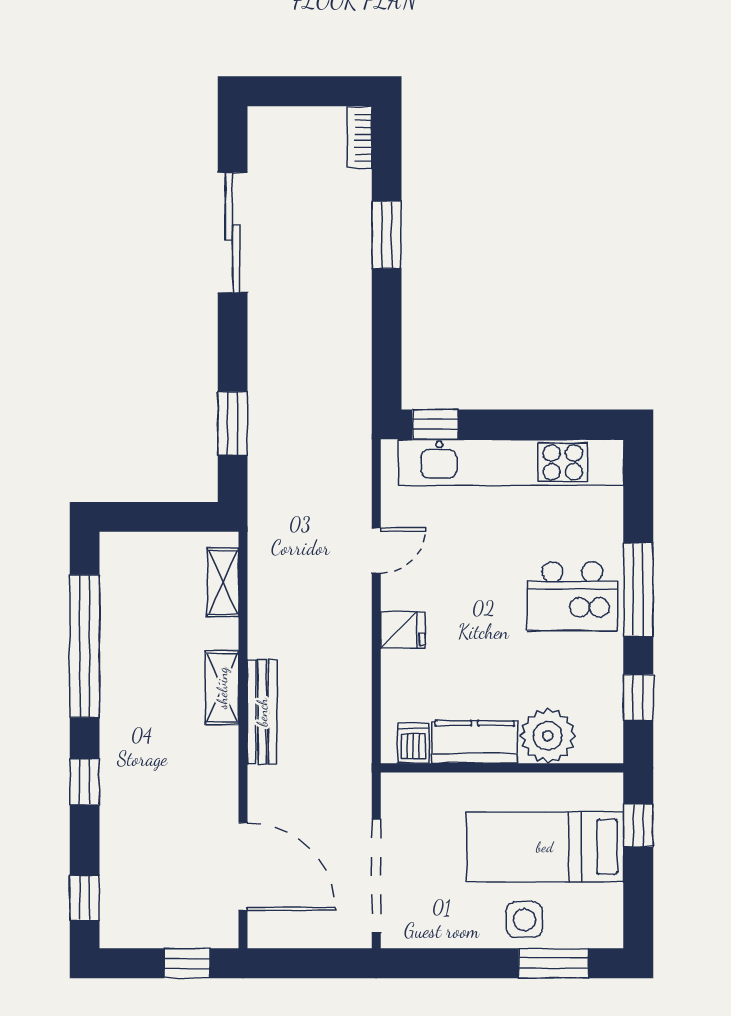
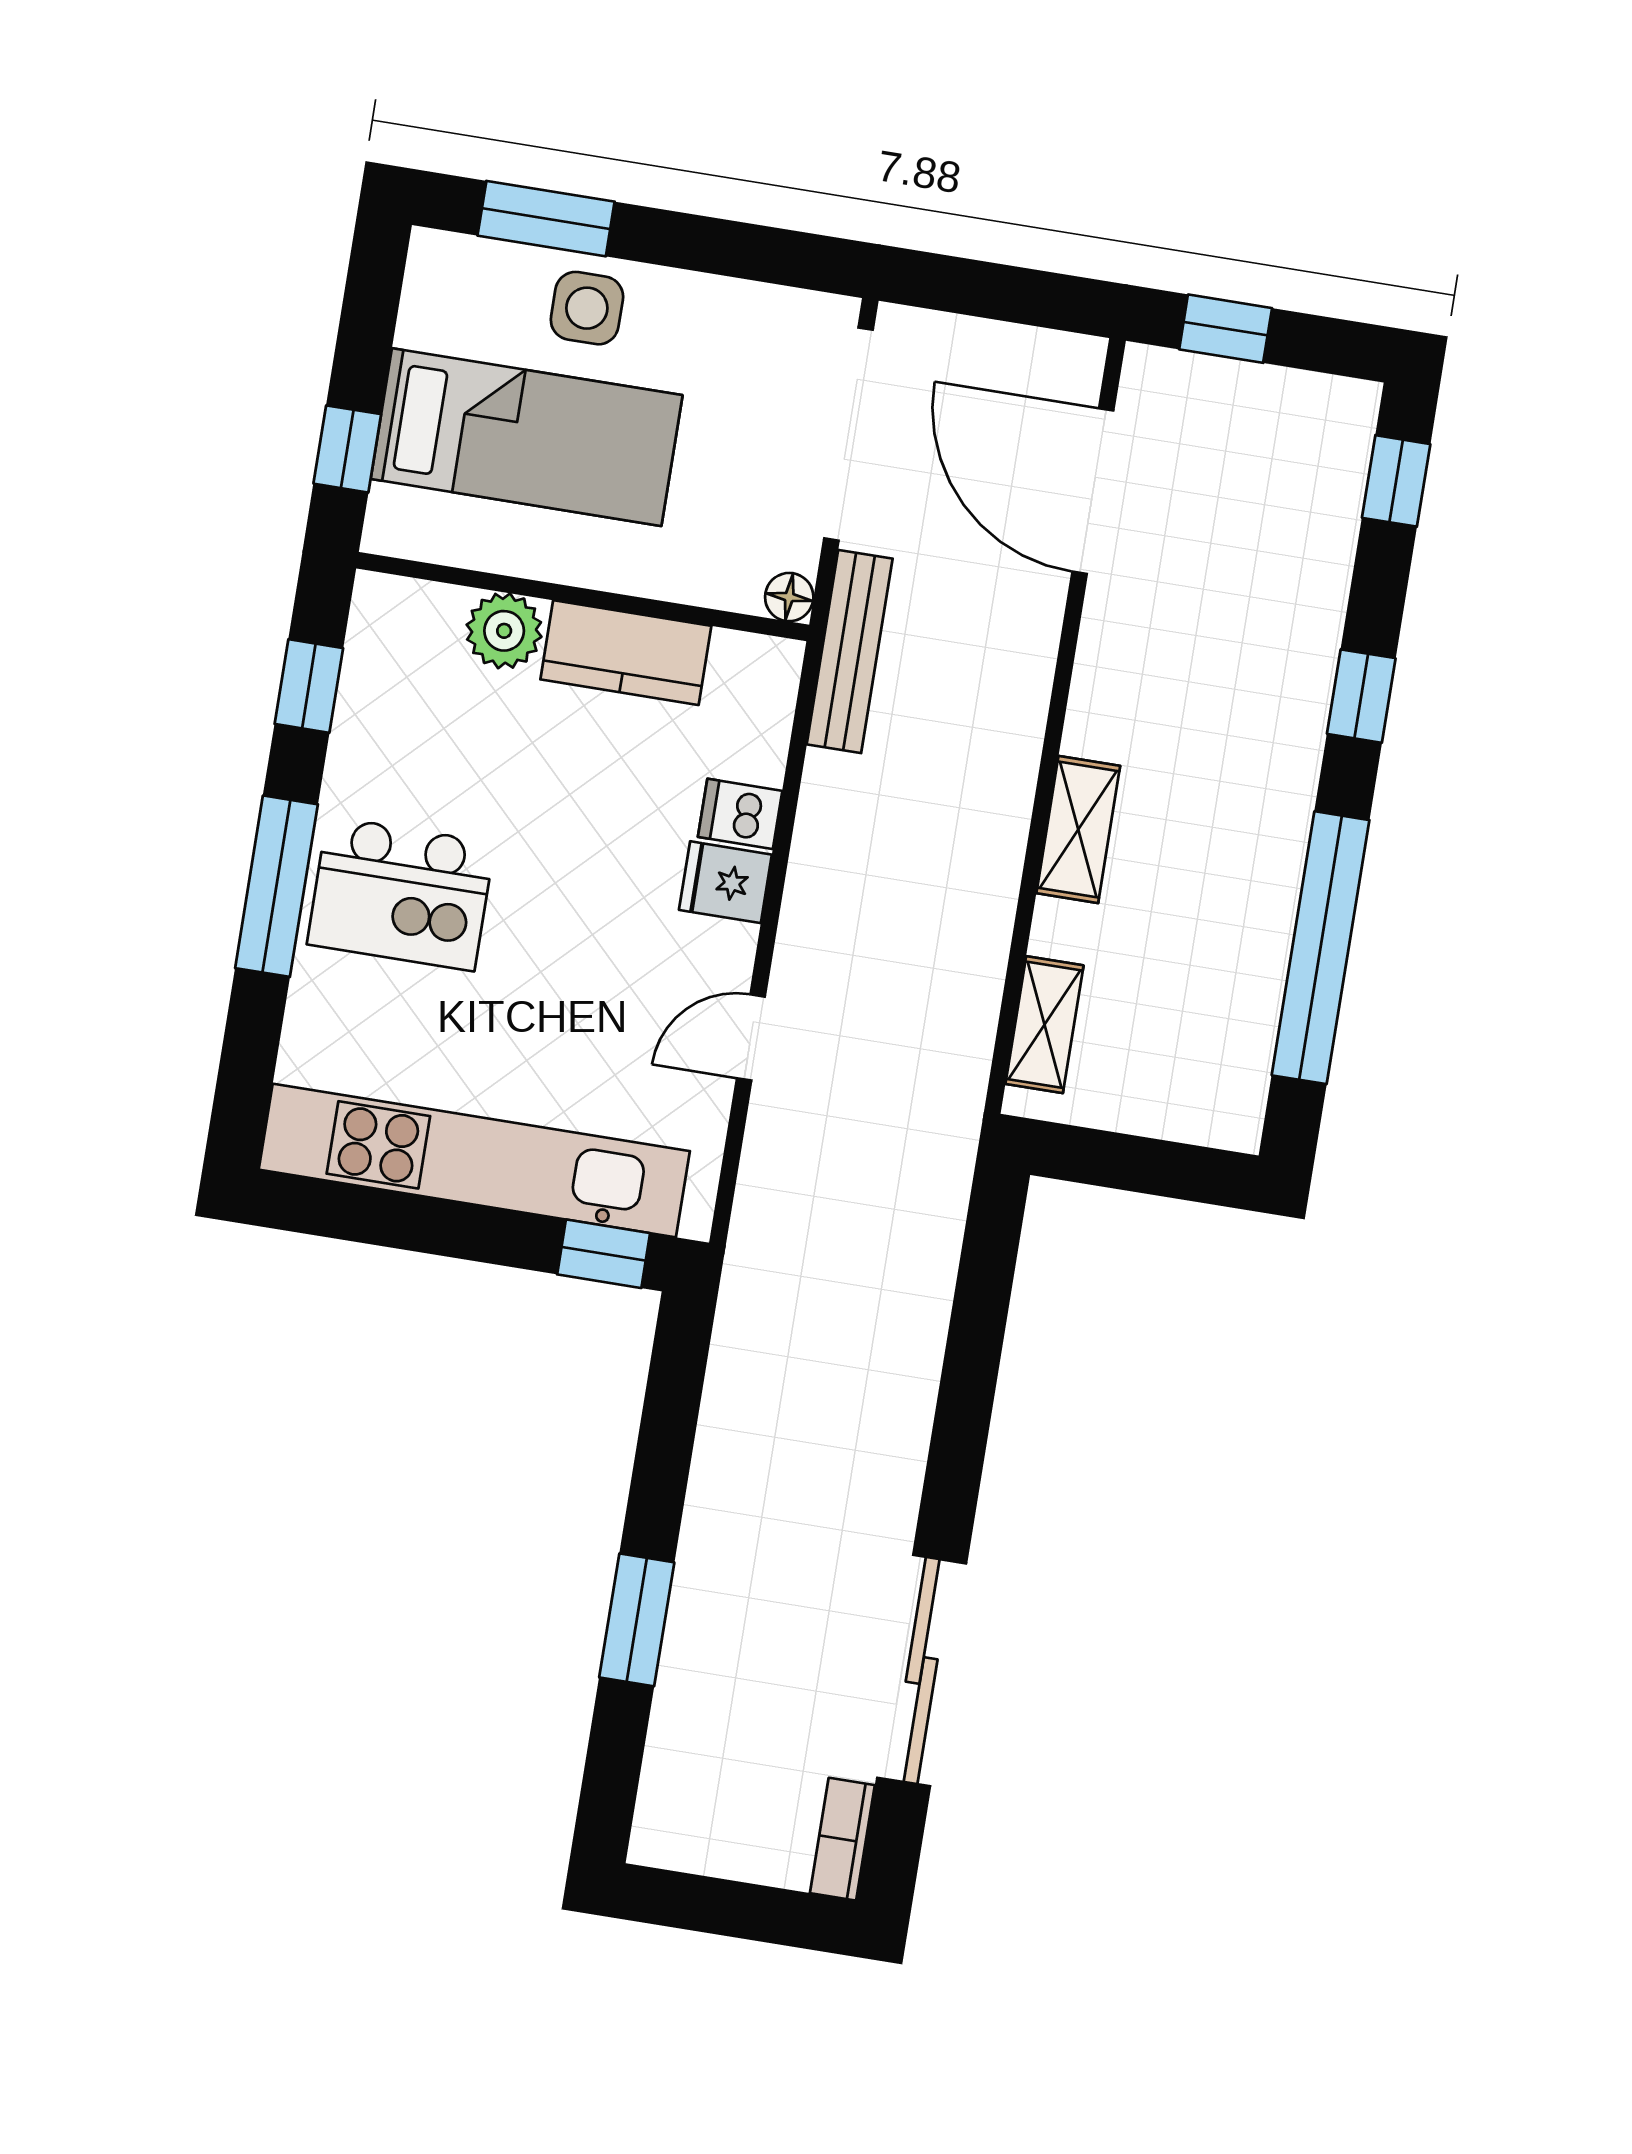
bookcase: (359, 138) -> (842, 1839), moved, turned 180
window: (233, 424) -> (979, 1316), removed
kitchen island: (572, 596) -> (401, 894), turned 180
bench: (262, 712) -> (850, 651), moved
plant: (548, 736) -> (504, 631), width x0.73, depth x0.73
dishwasher: (413, 743) -> (740, 814), moved, turned 90
floor lamp: (394, 785) -> (789, 597), added

